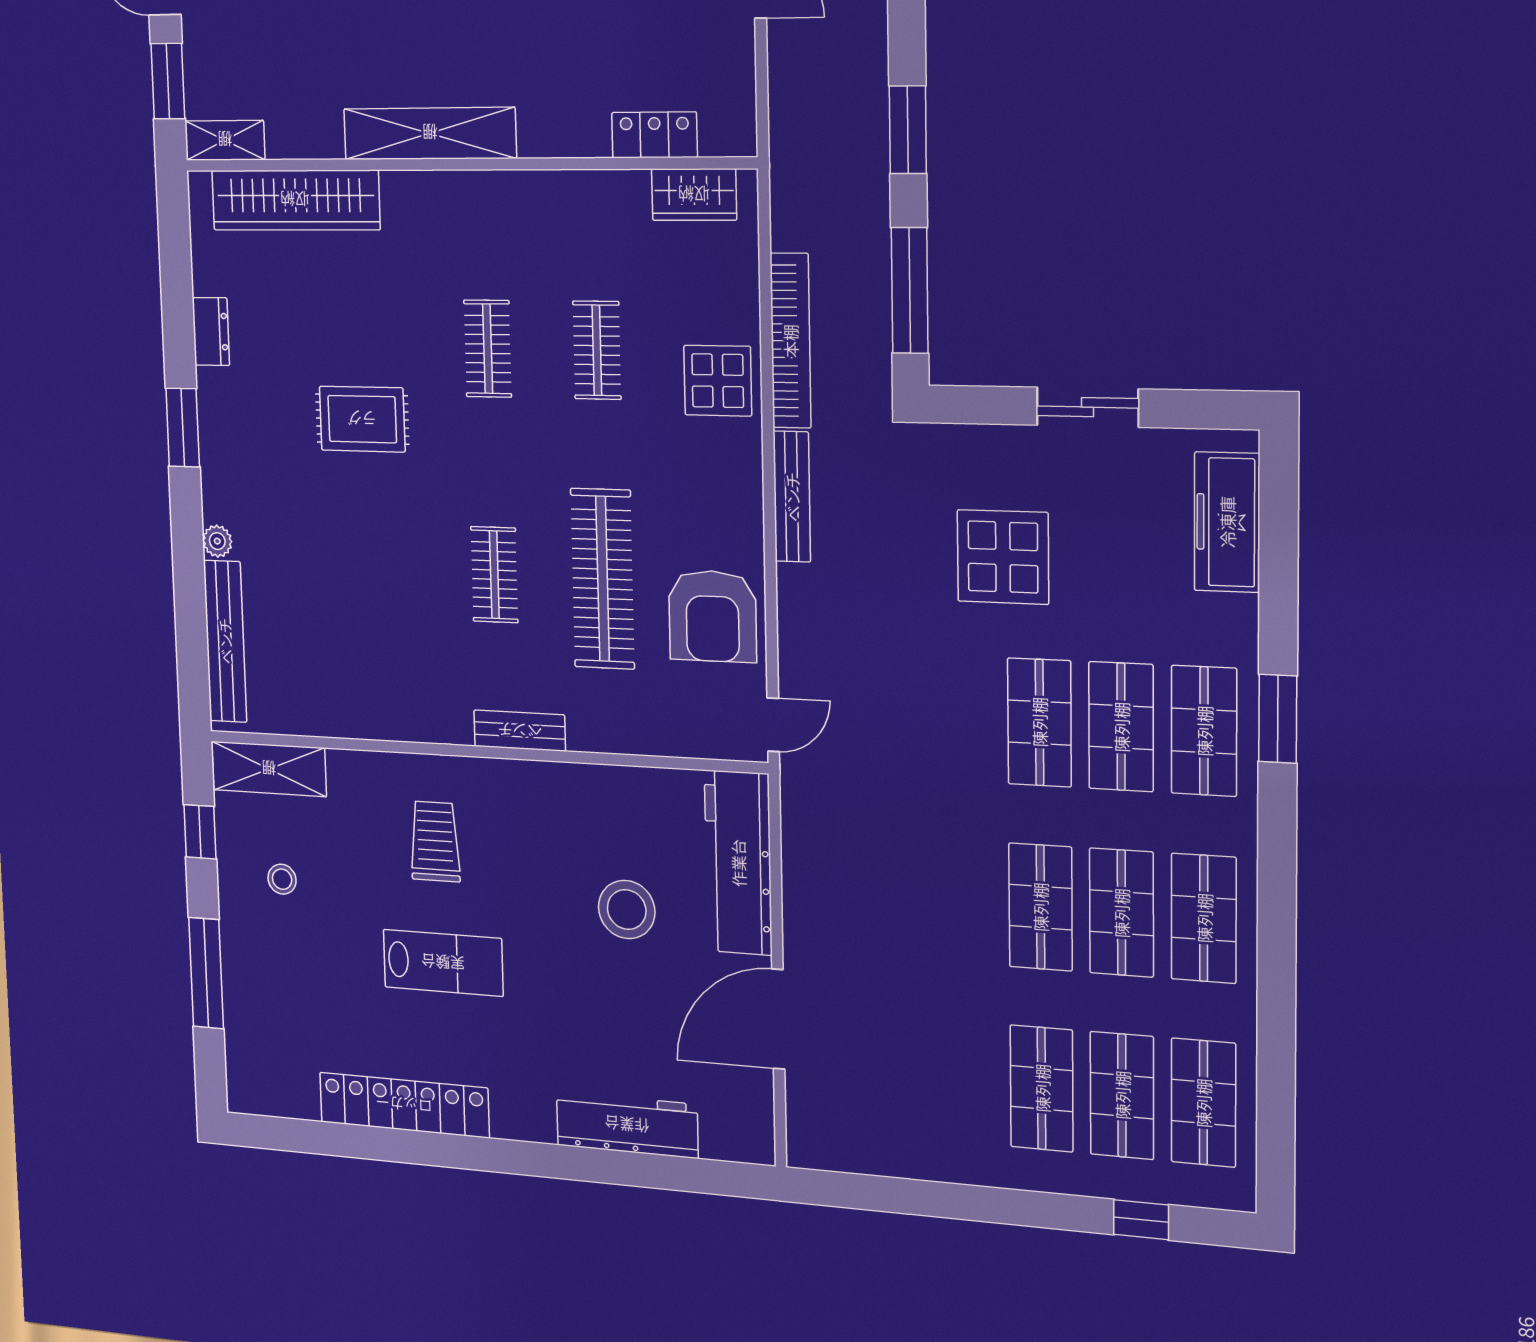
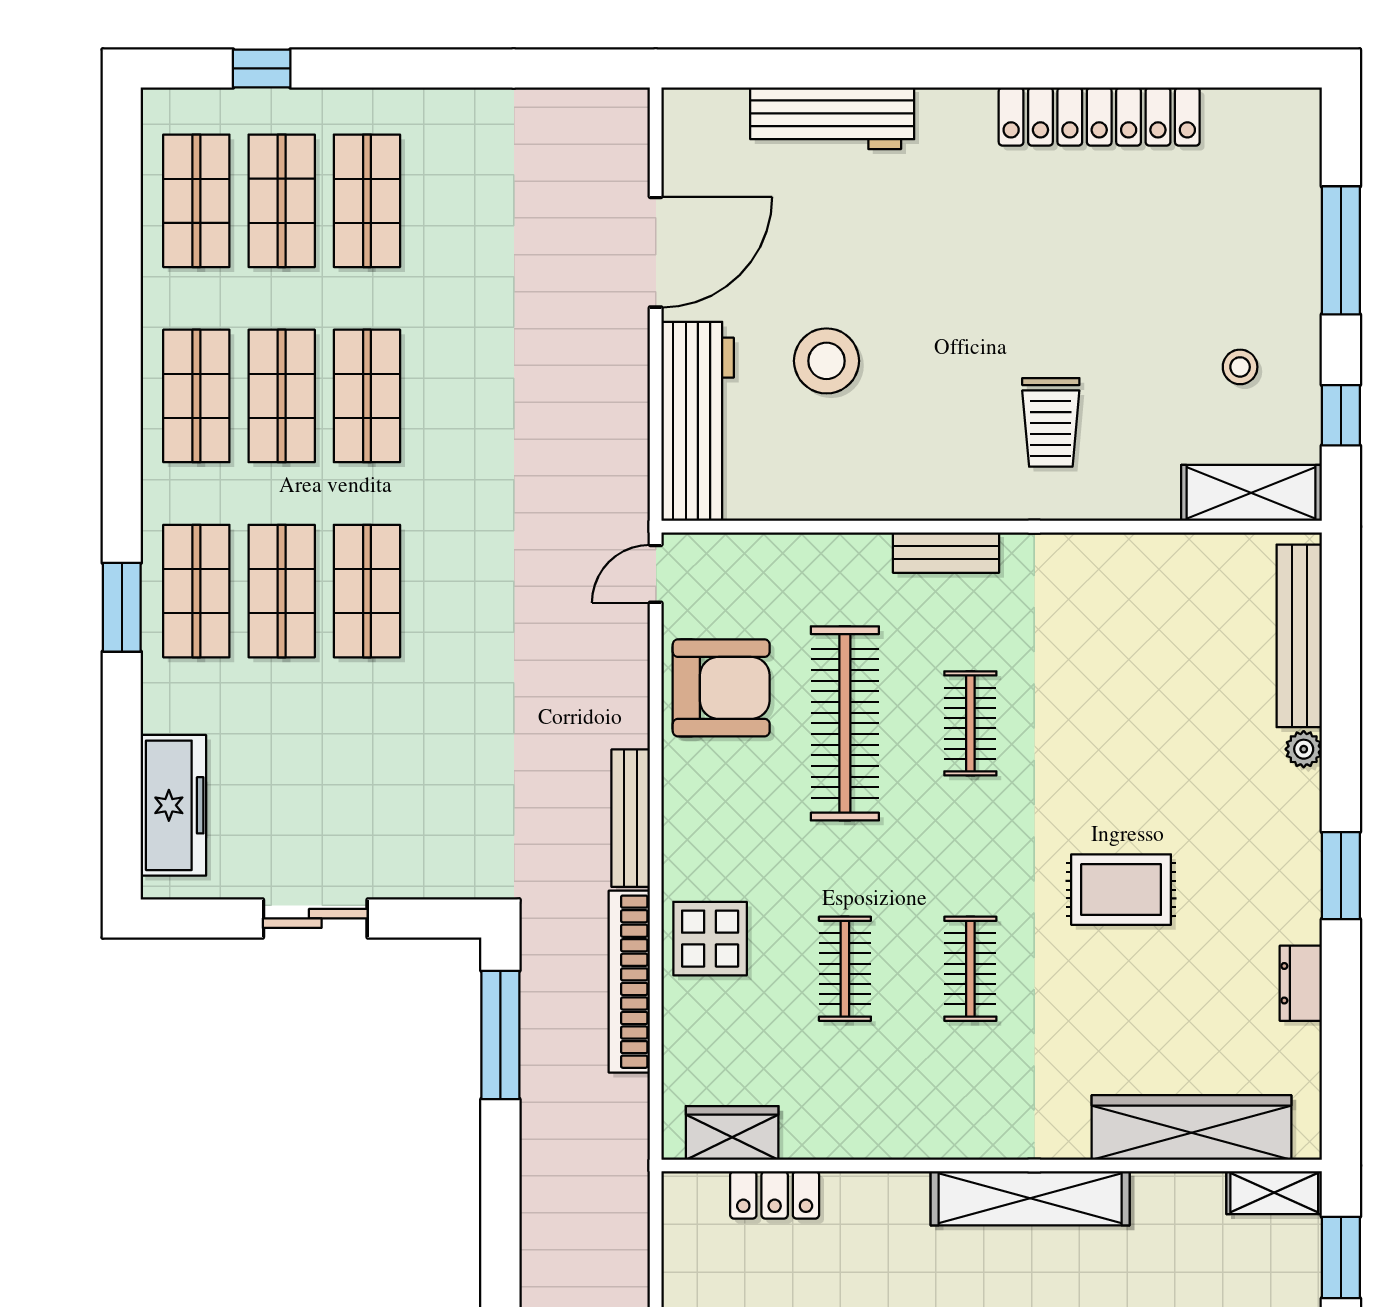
window: (908, 130) -> (500, 1198), removed
display table: (1003, 557) -> (404, 762), removed
armchair: (712, 616) -> (721, 688), turned 90
lab bench: (443, 963) -> (1046, 285), removed

